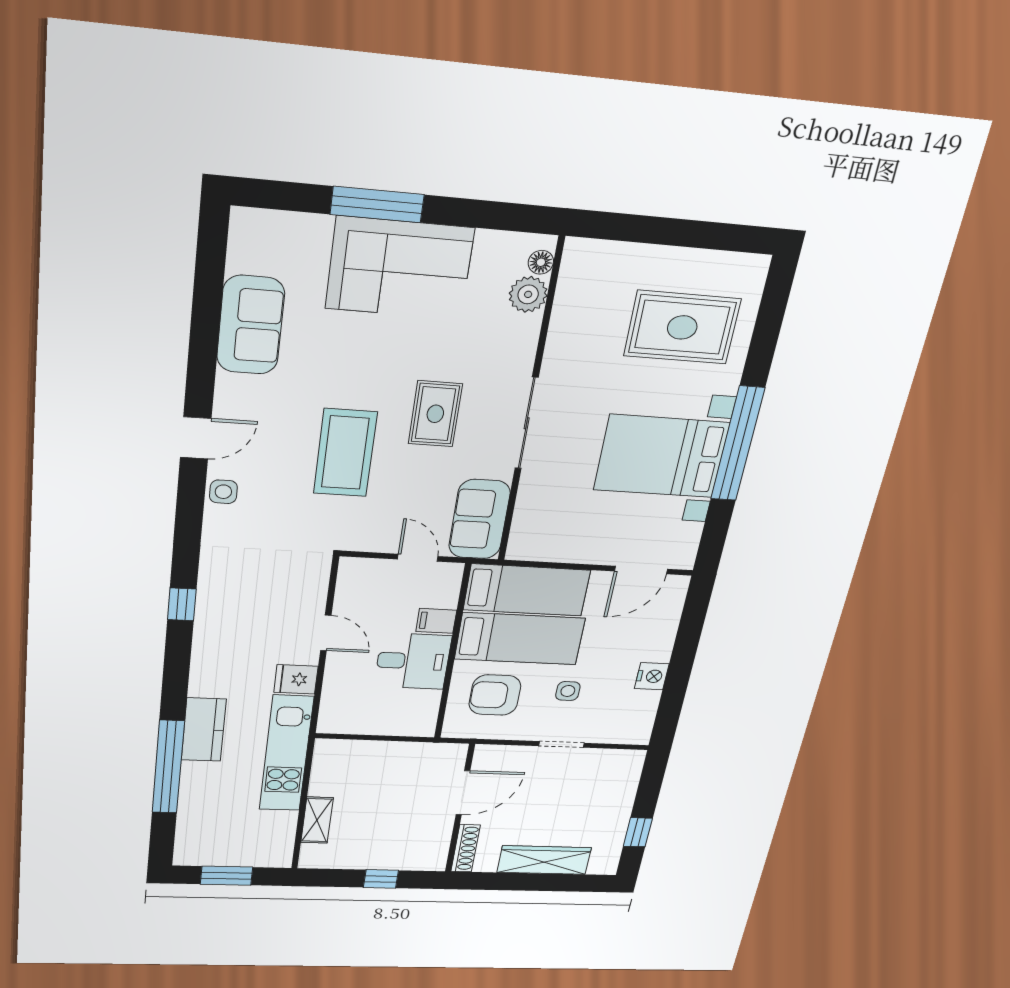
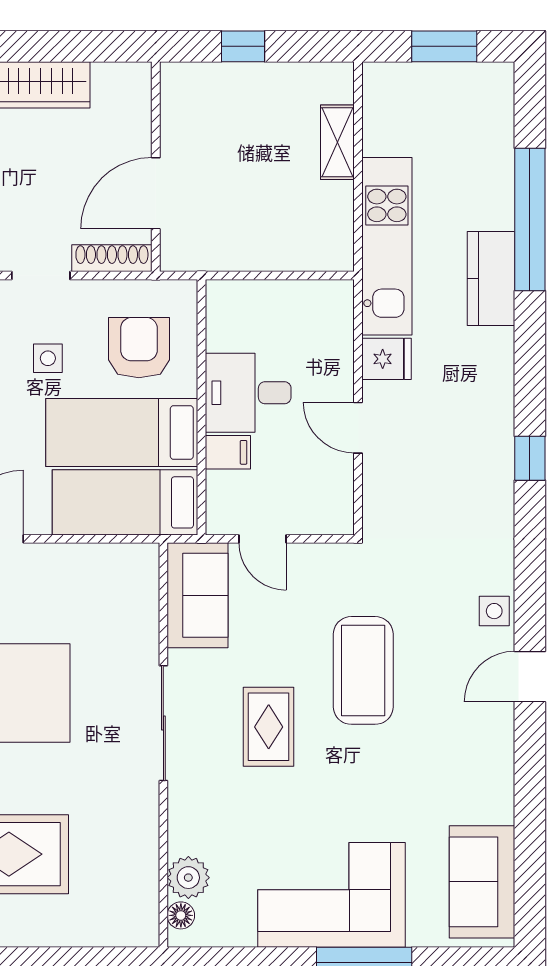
sofa: (251, 325) -> (482, 882), moved
armchair: (495, 695) -> (139, 348), turned -90
shoe rack: (465, 848) -> (112, 258), moved, turned 90

